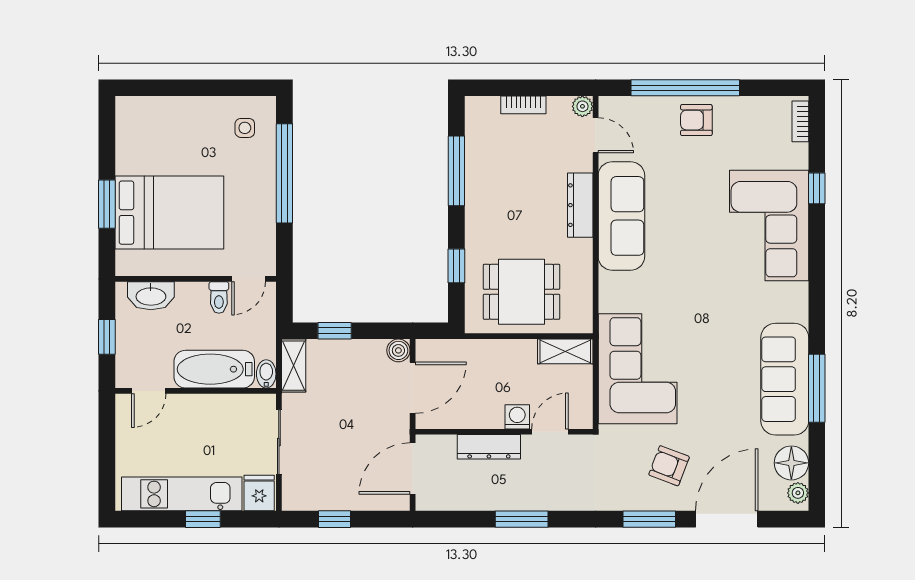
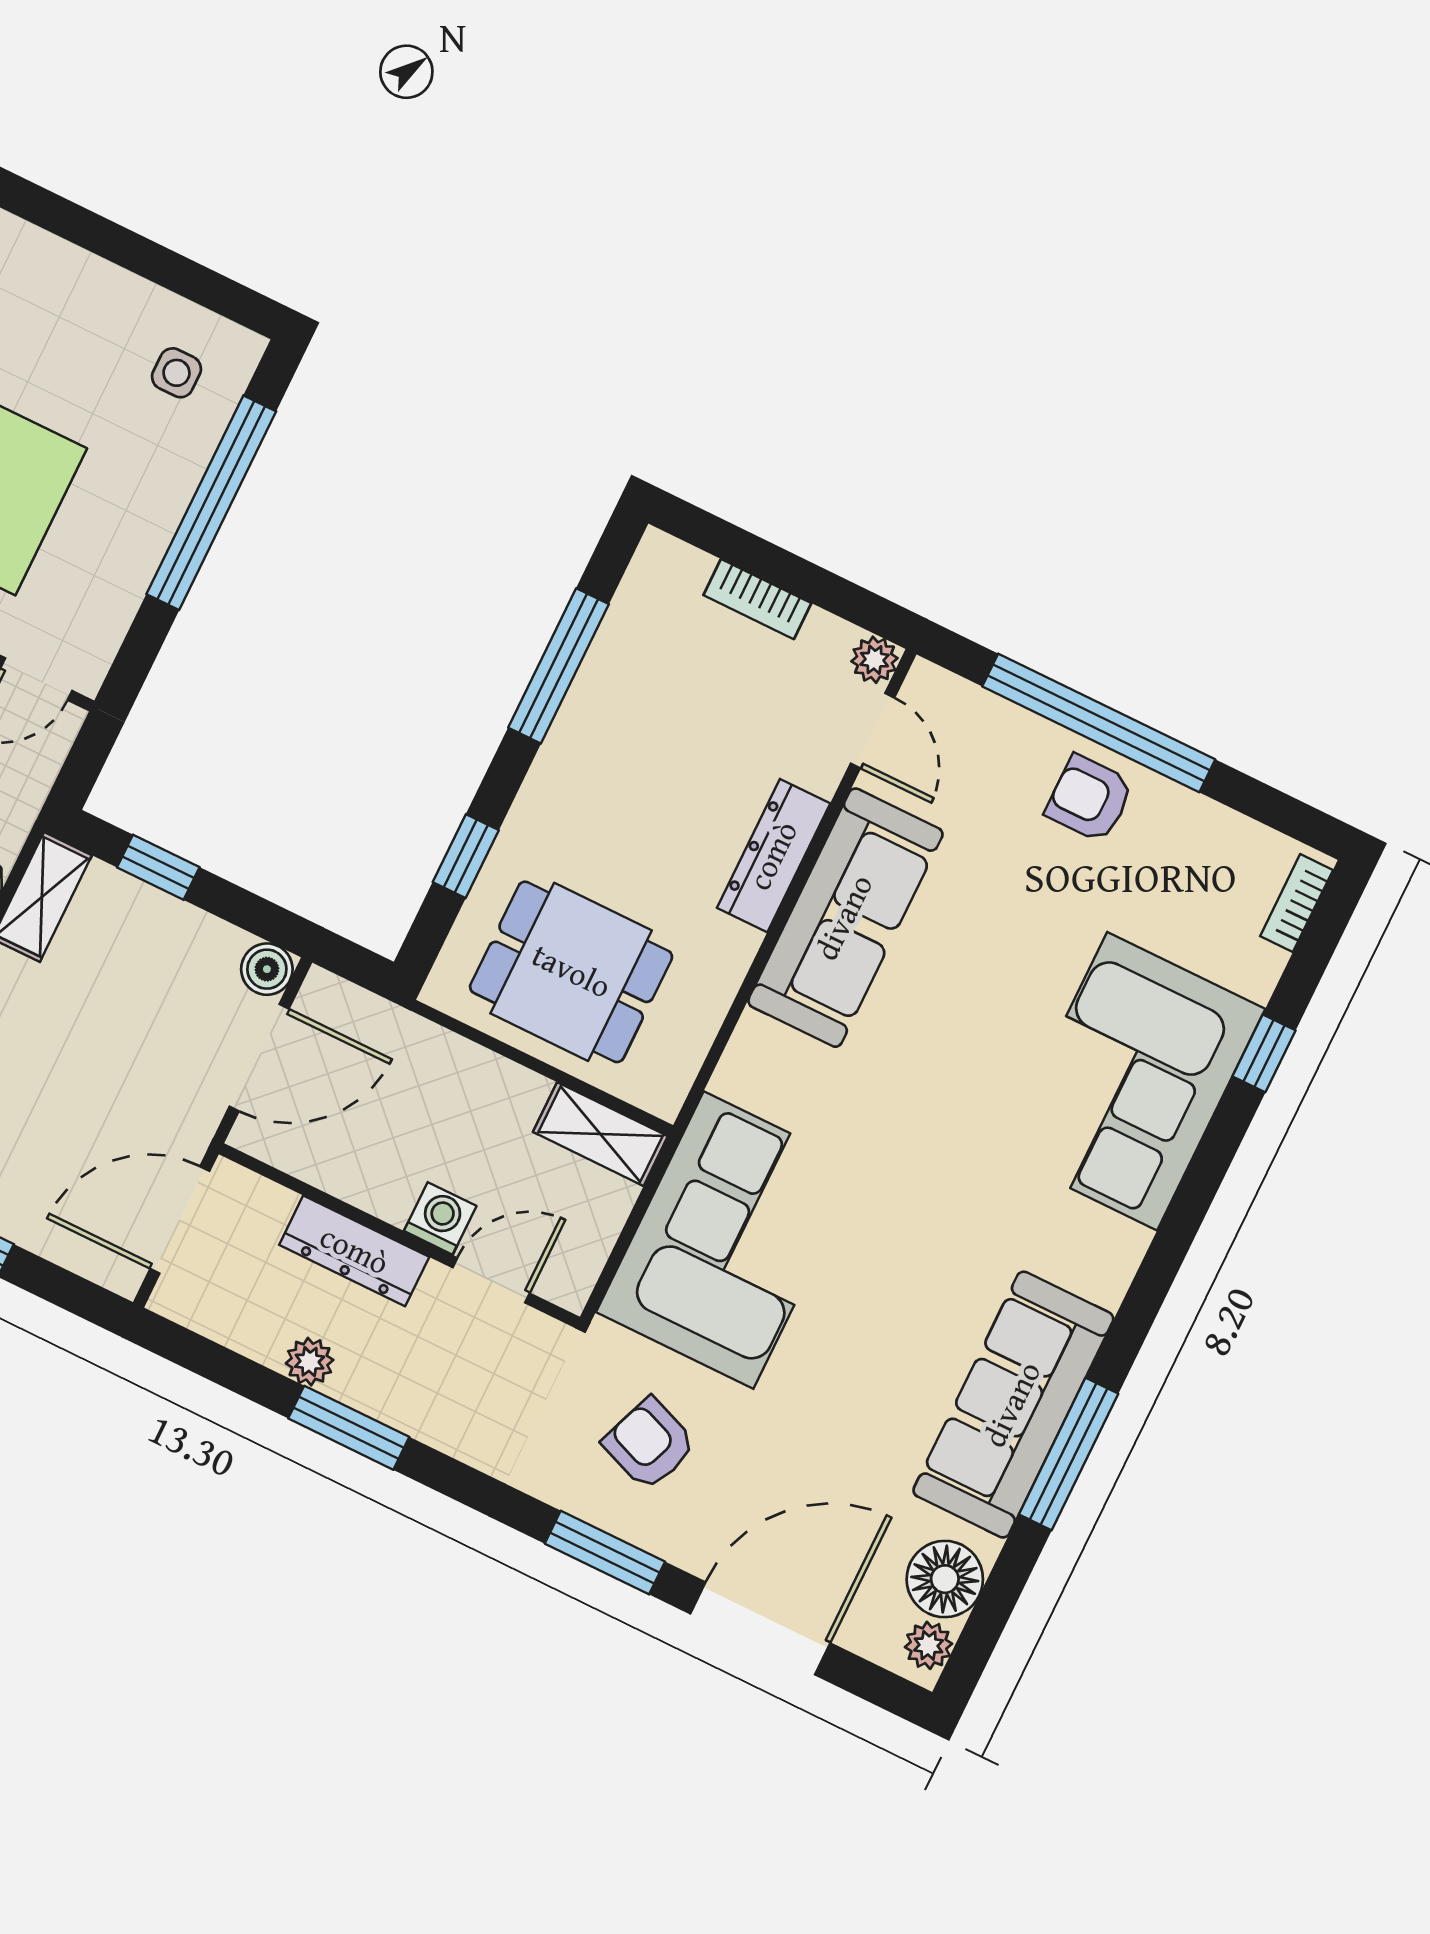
armchair: (669, 466) -> (649, 1444), moved
plant: (493, 500) -> (310, 1362), added

